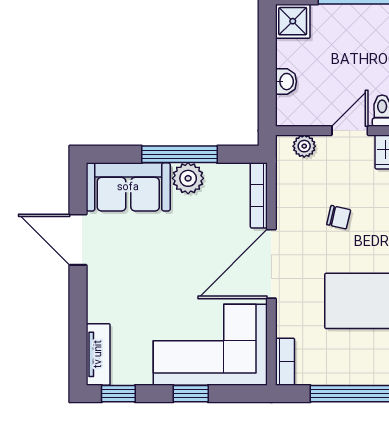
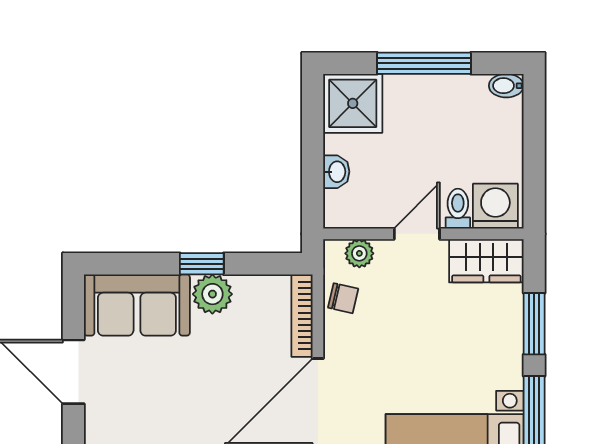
shower: (293, 21) -> (353, 103), width x1.36, depth x1.36
window: (180, 154) -> (202, 264), width x0.46
chair: (339, 217) -> (343, 298), moved

